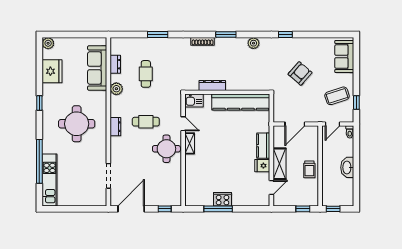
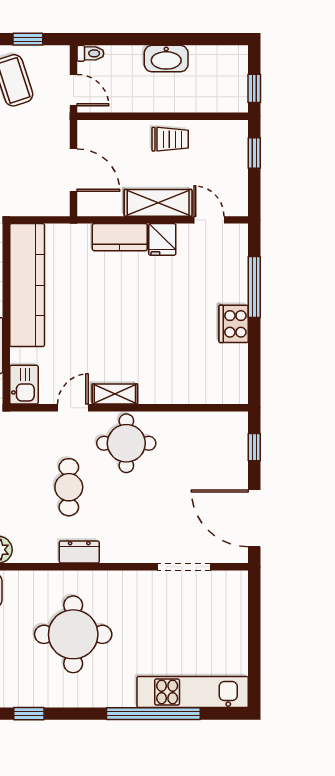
window: (218, 209) -> (254, 287), moved

